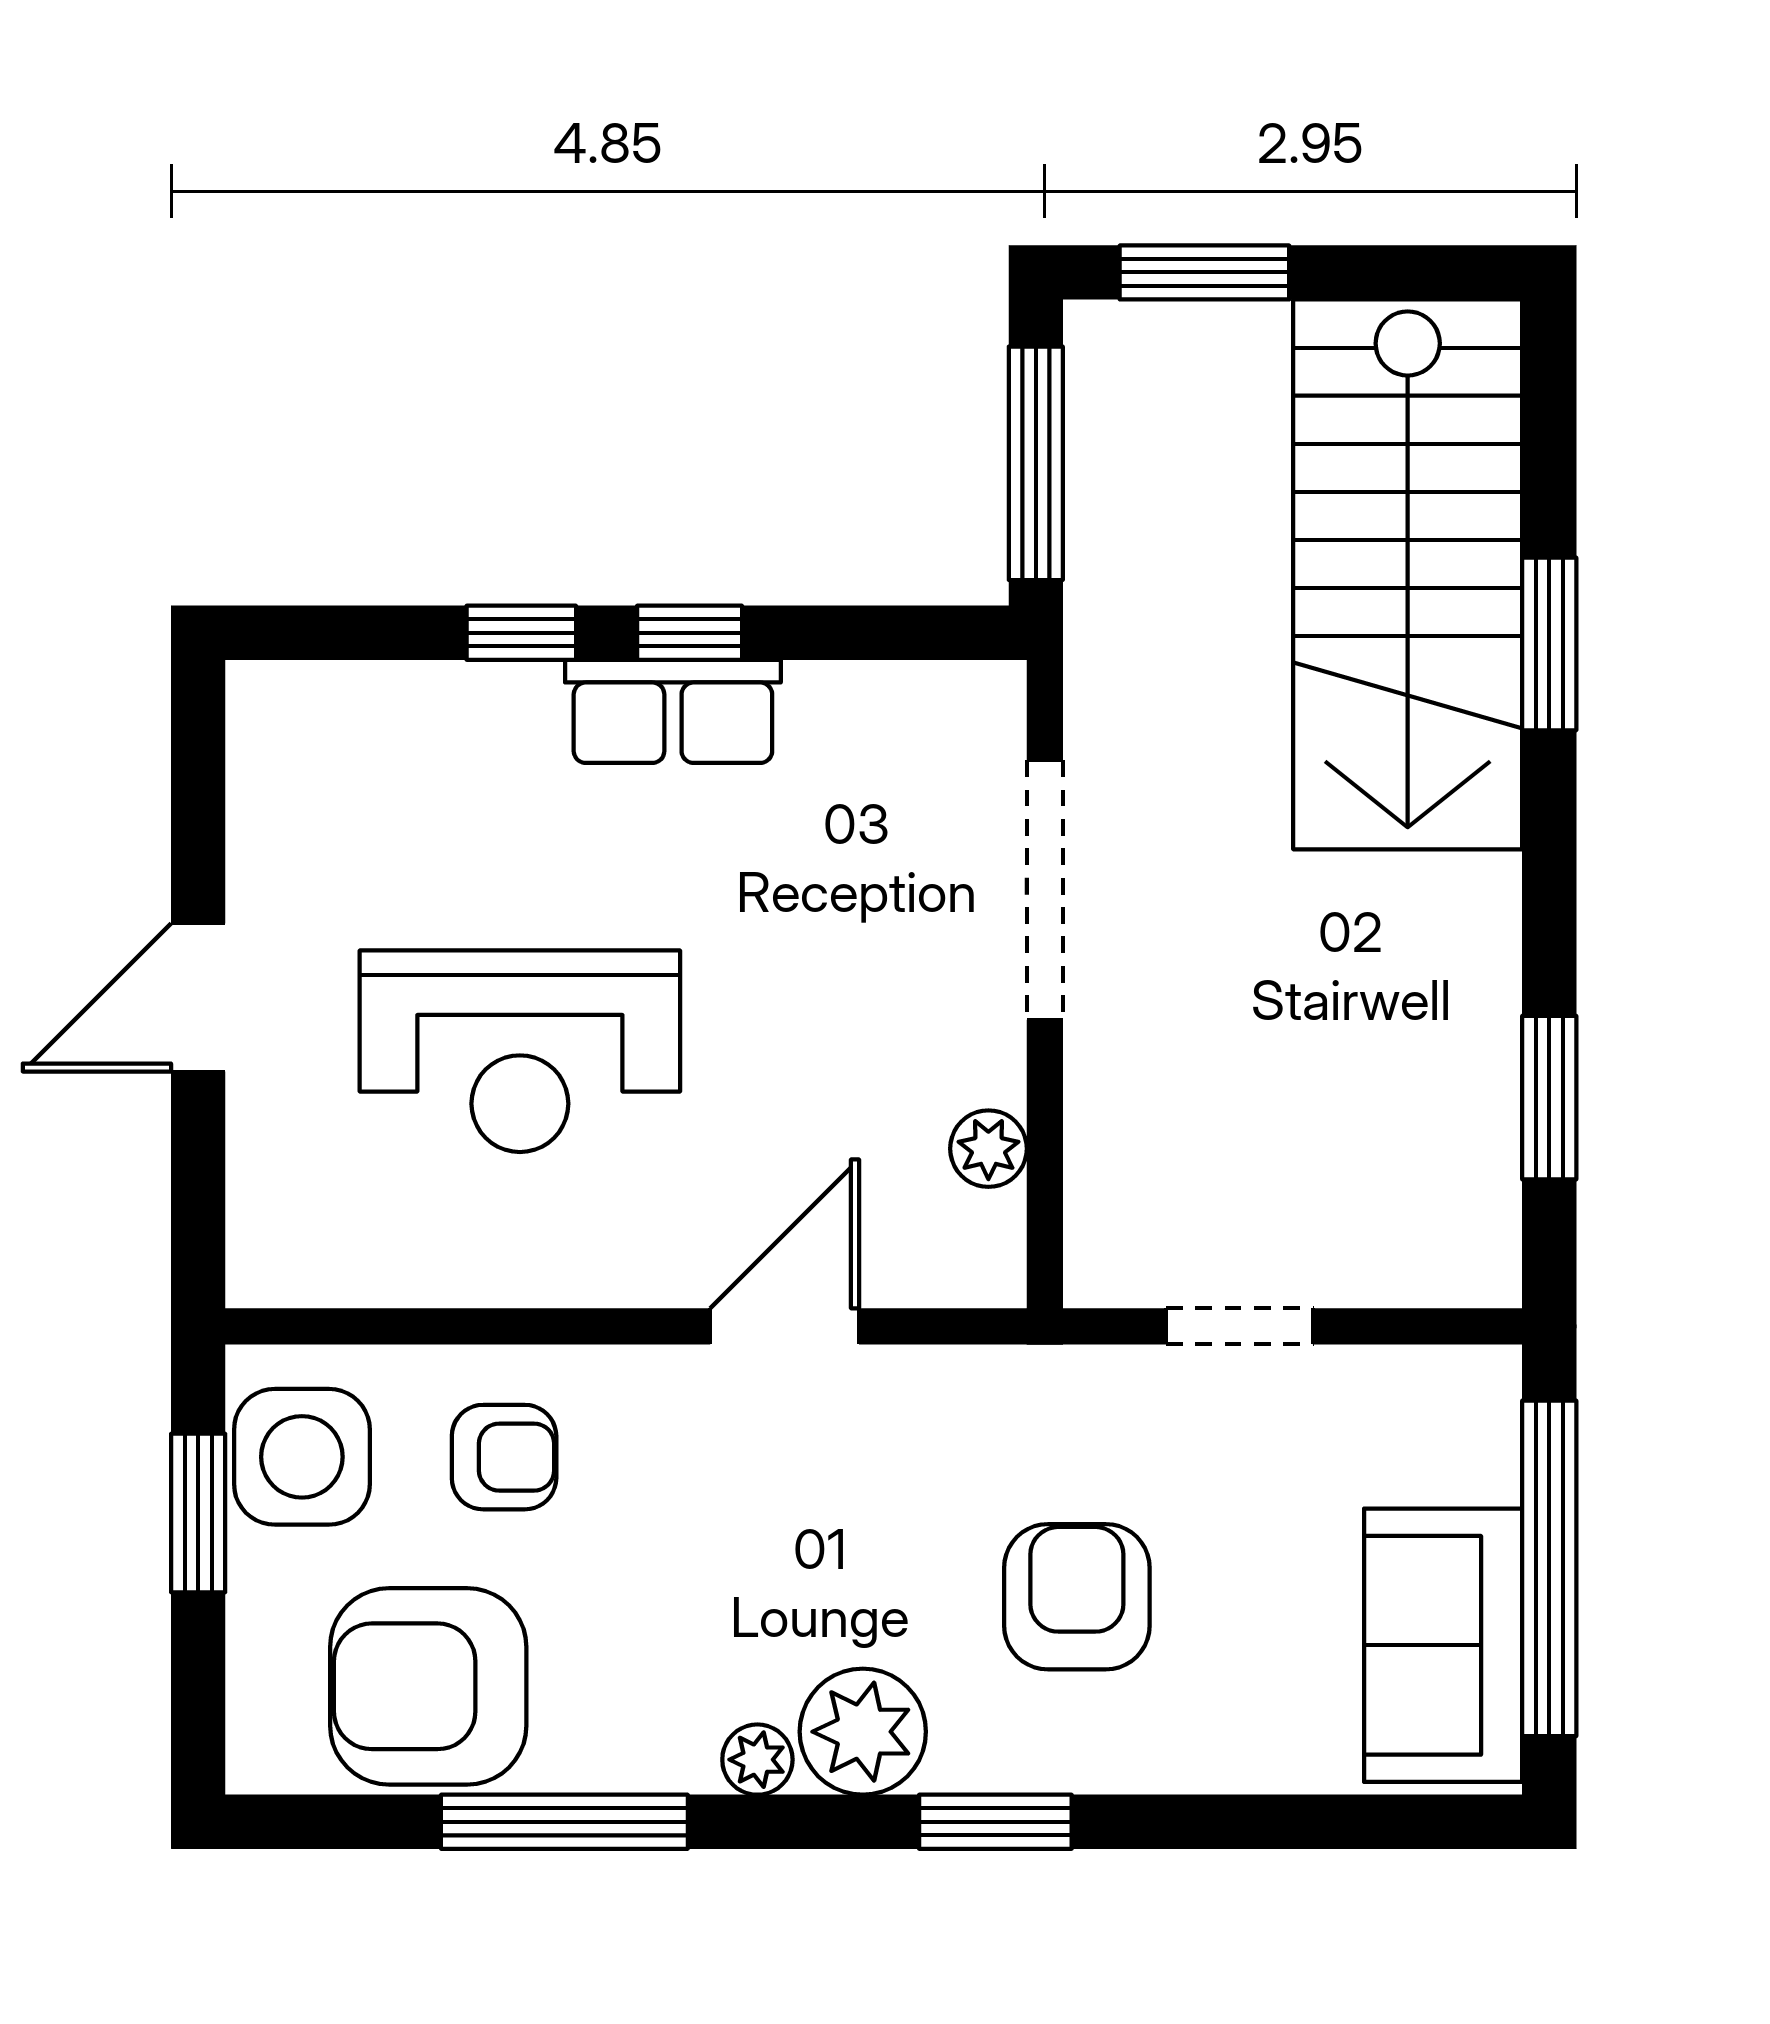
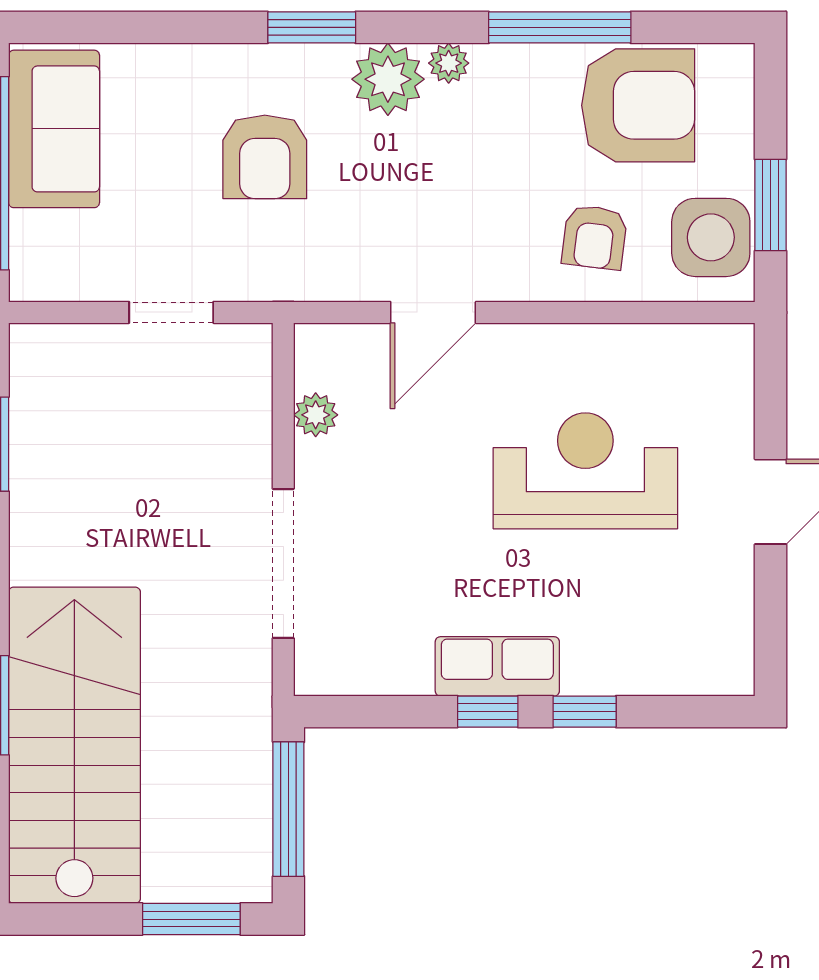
armchair: (504, 1457) -> (594, 237), turned -83

